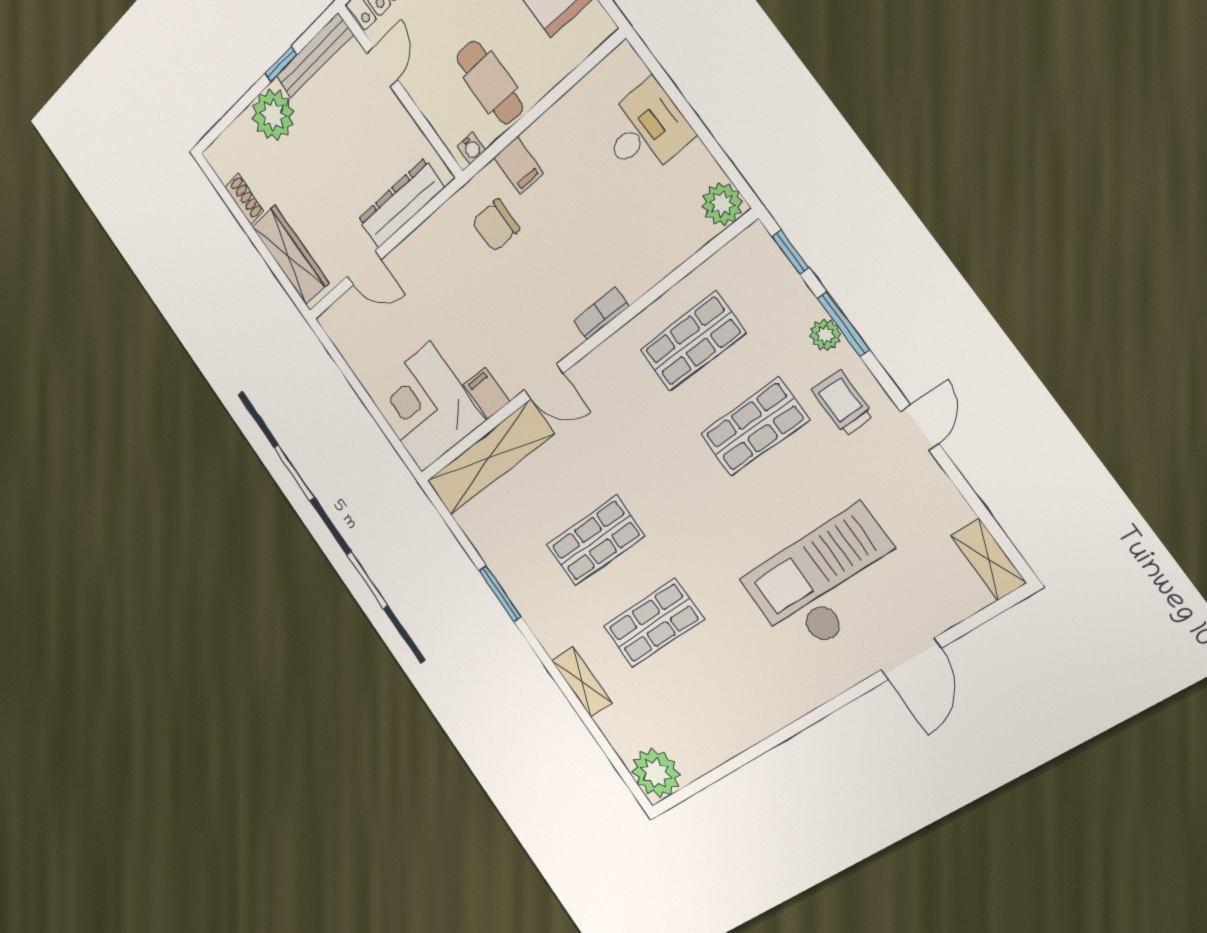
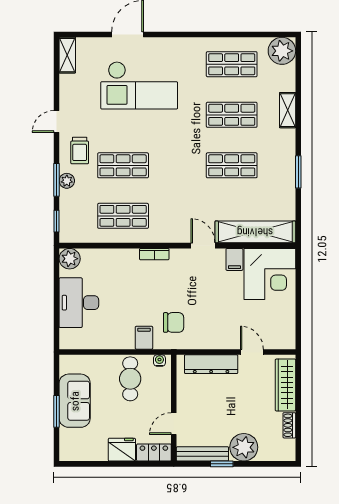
desk: (645, 130) -> (79, 303), width x1.37
shop shelf: (712, 707) -> (232, 64), added

